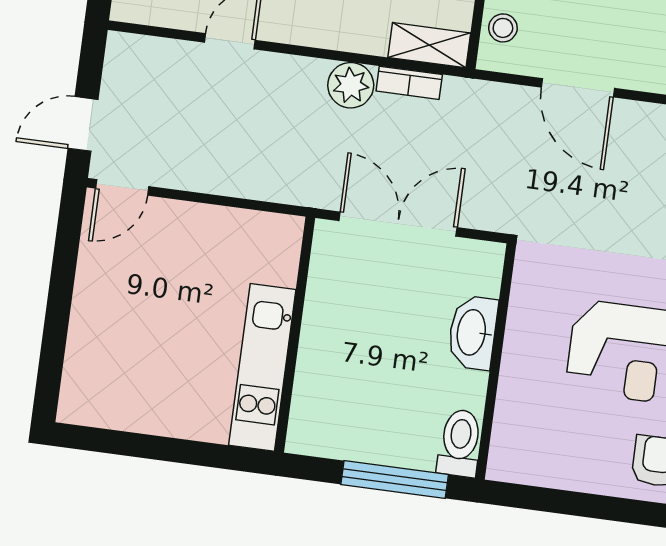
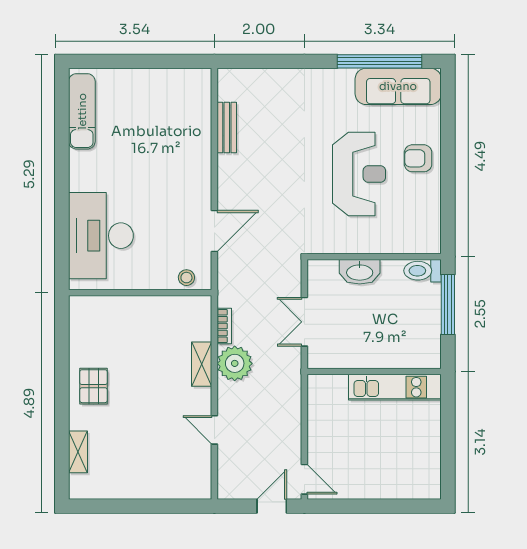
shelving: (429, 45) -> (202, 364), moved
plant: (351, 85) -> (235, 363), width x1.36, depth x1.36
door: (83, 124) -> (272, 506), swing flipped
double door: (398, 224) -> (304, 322), width x0.73

